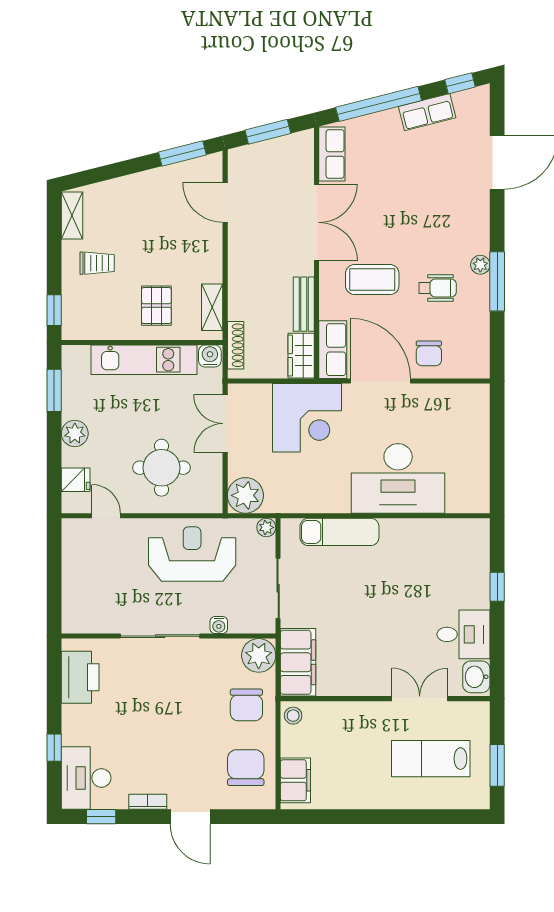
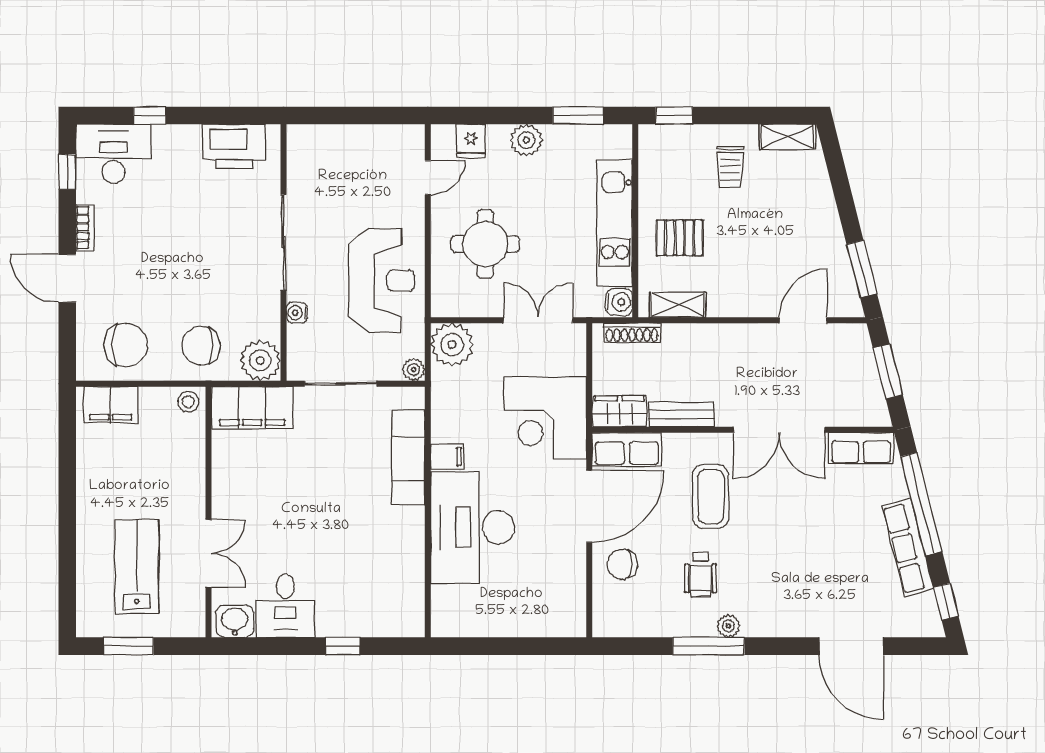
row of seats: (427, 112) -> (908, 548), width x1.48
filing cabinet: (339, 499) -> (447, 457), added
door: (190, 817) -> (67, 278), hinge flipped

